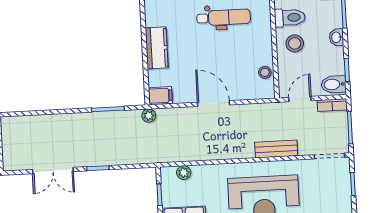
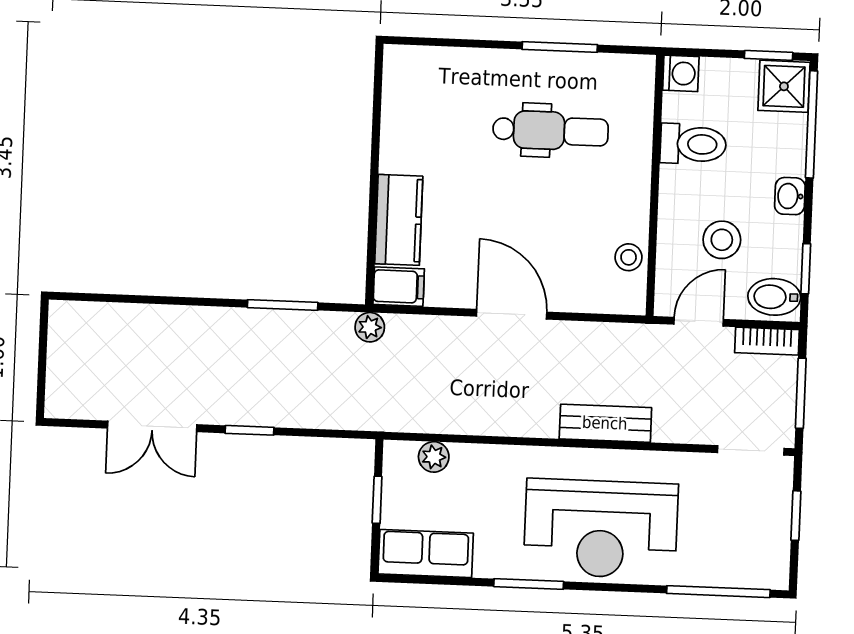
stool: (295, 43) -> (722, 240), moved
kitchen counter: (157, 48) -> (399, 220), moved
bench: (276, 149) -> (605, 423), moved

